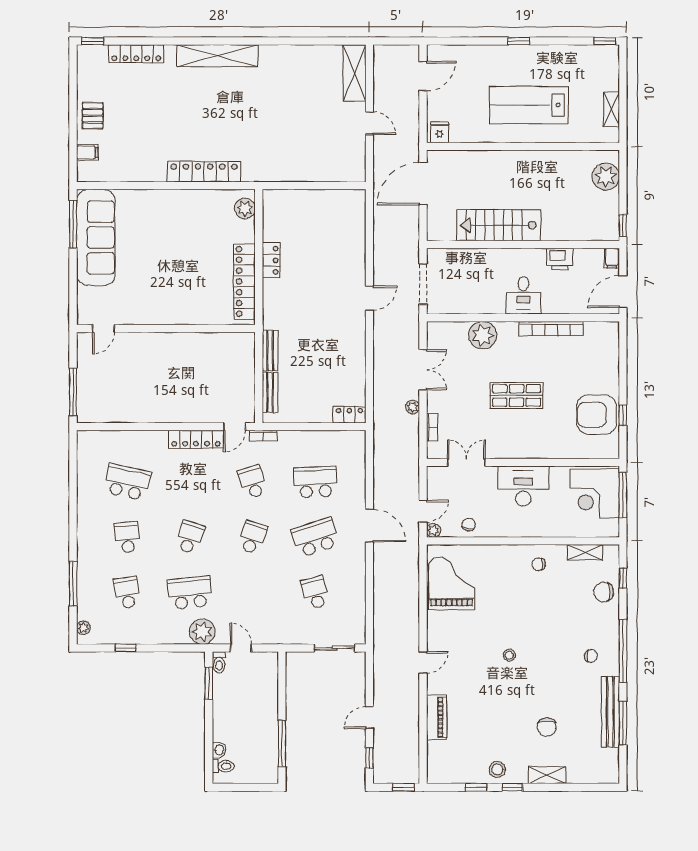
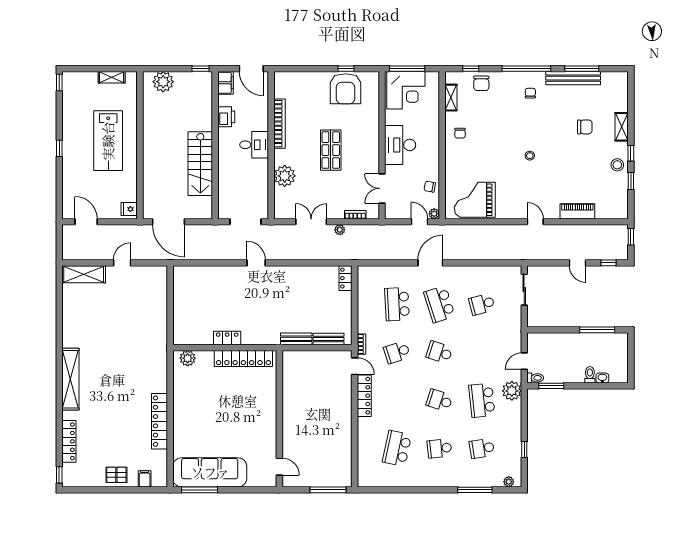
locker: (204, 172) -> (159, 421), moved
filing cabinet: (612, 258) -> (226, 83), width x2.00
toilet: (223, 766) -> (590, 375), moved

